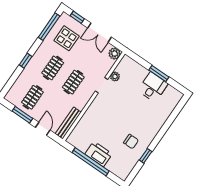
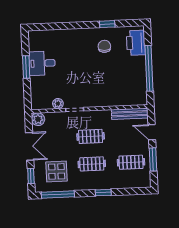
door: (43, 129) -> (152, 132), hinge flipped
printer: (99, 154) -> (136, 43), moved

